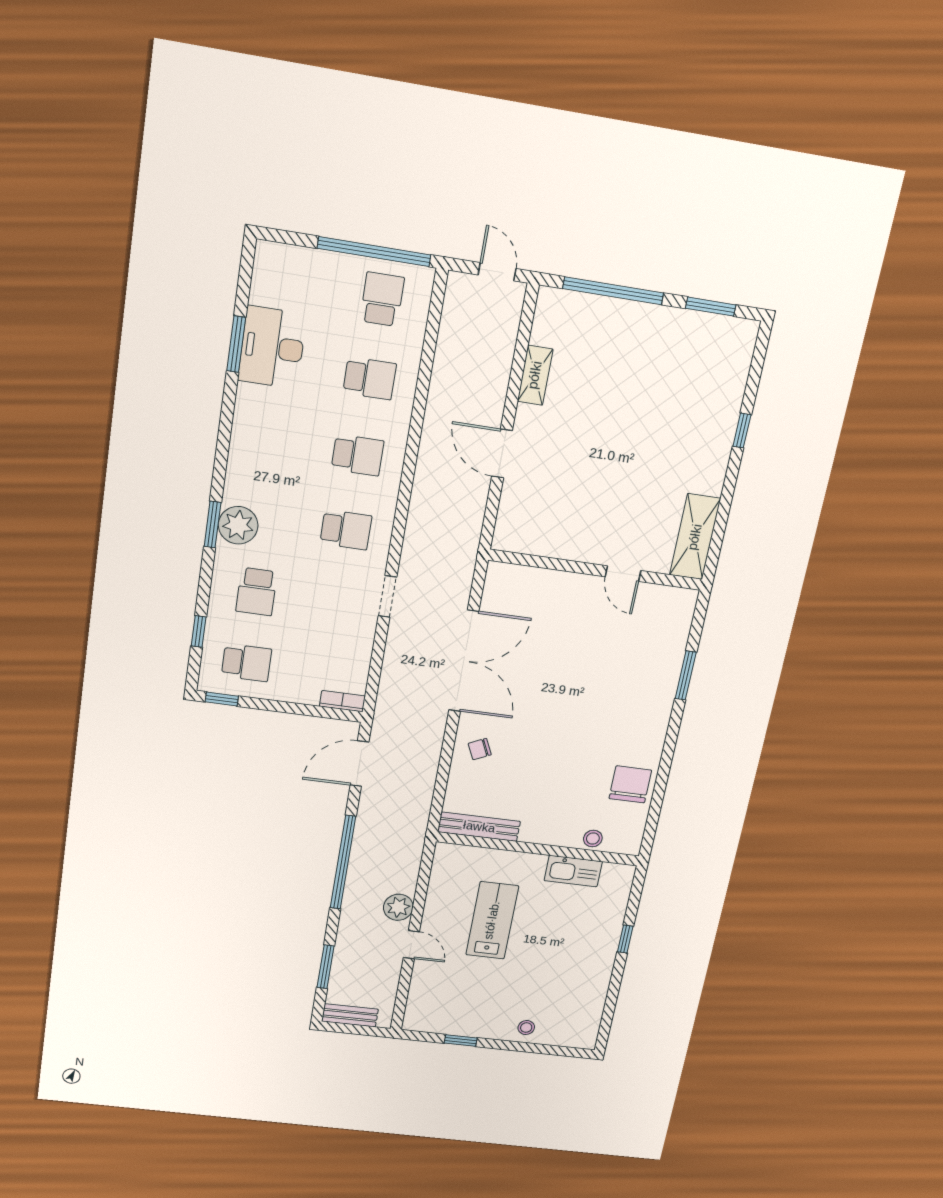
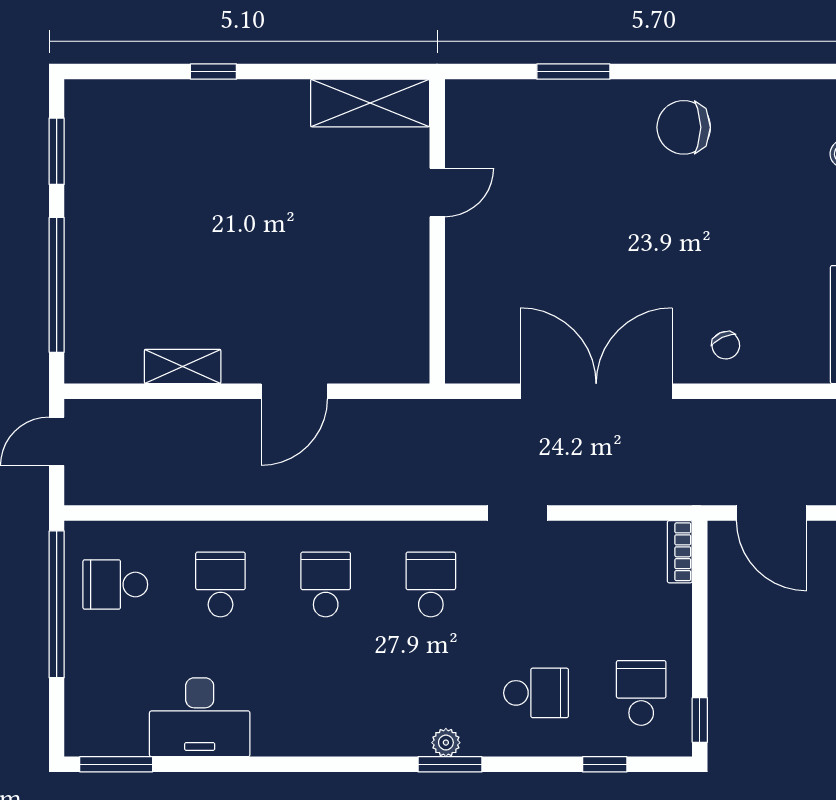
window: (236, 344) -> (116, 764), moved
plant: (238, 525) -> (446, 743), width x0.53, depth x0.53
chair: (630, 784) -> (684, 127), moved

